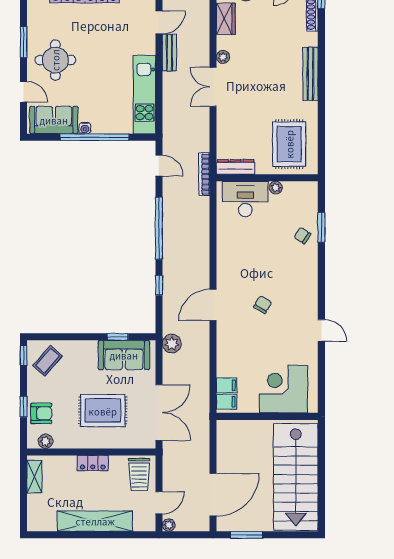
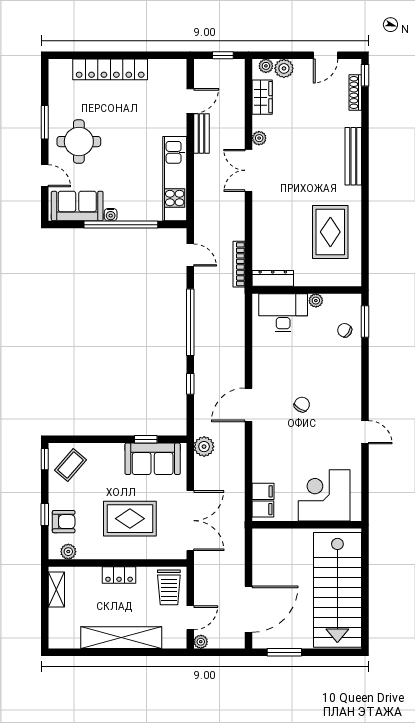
dresser: (236, 167) -> (273, 278), moved
wall: (267, 178) -> (307, 290), moved
plant: (276, 188) -> (316, 301), moved
desk: (245, 199) -> (283, 313), moved

